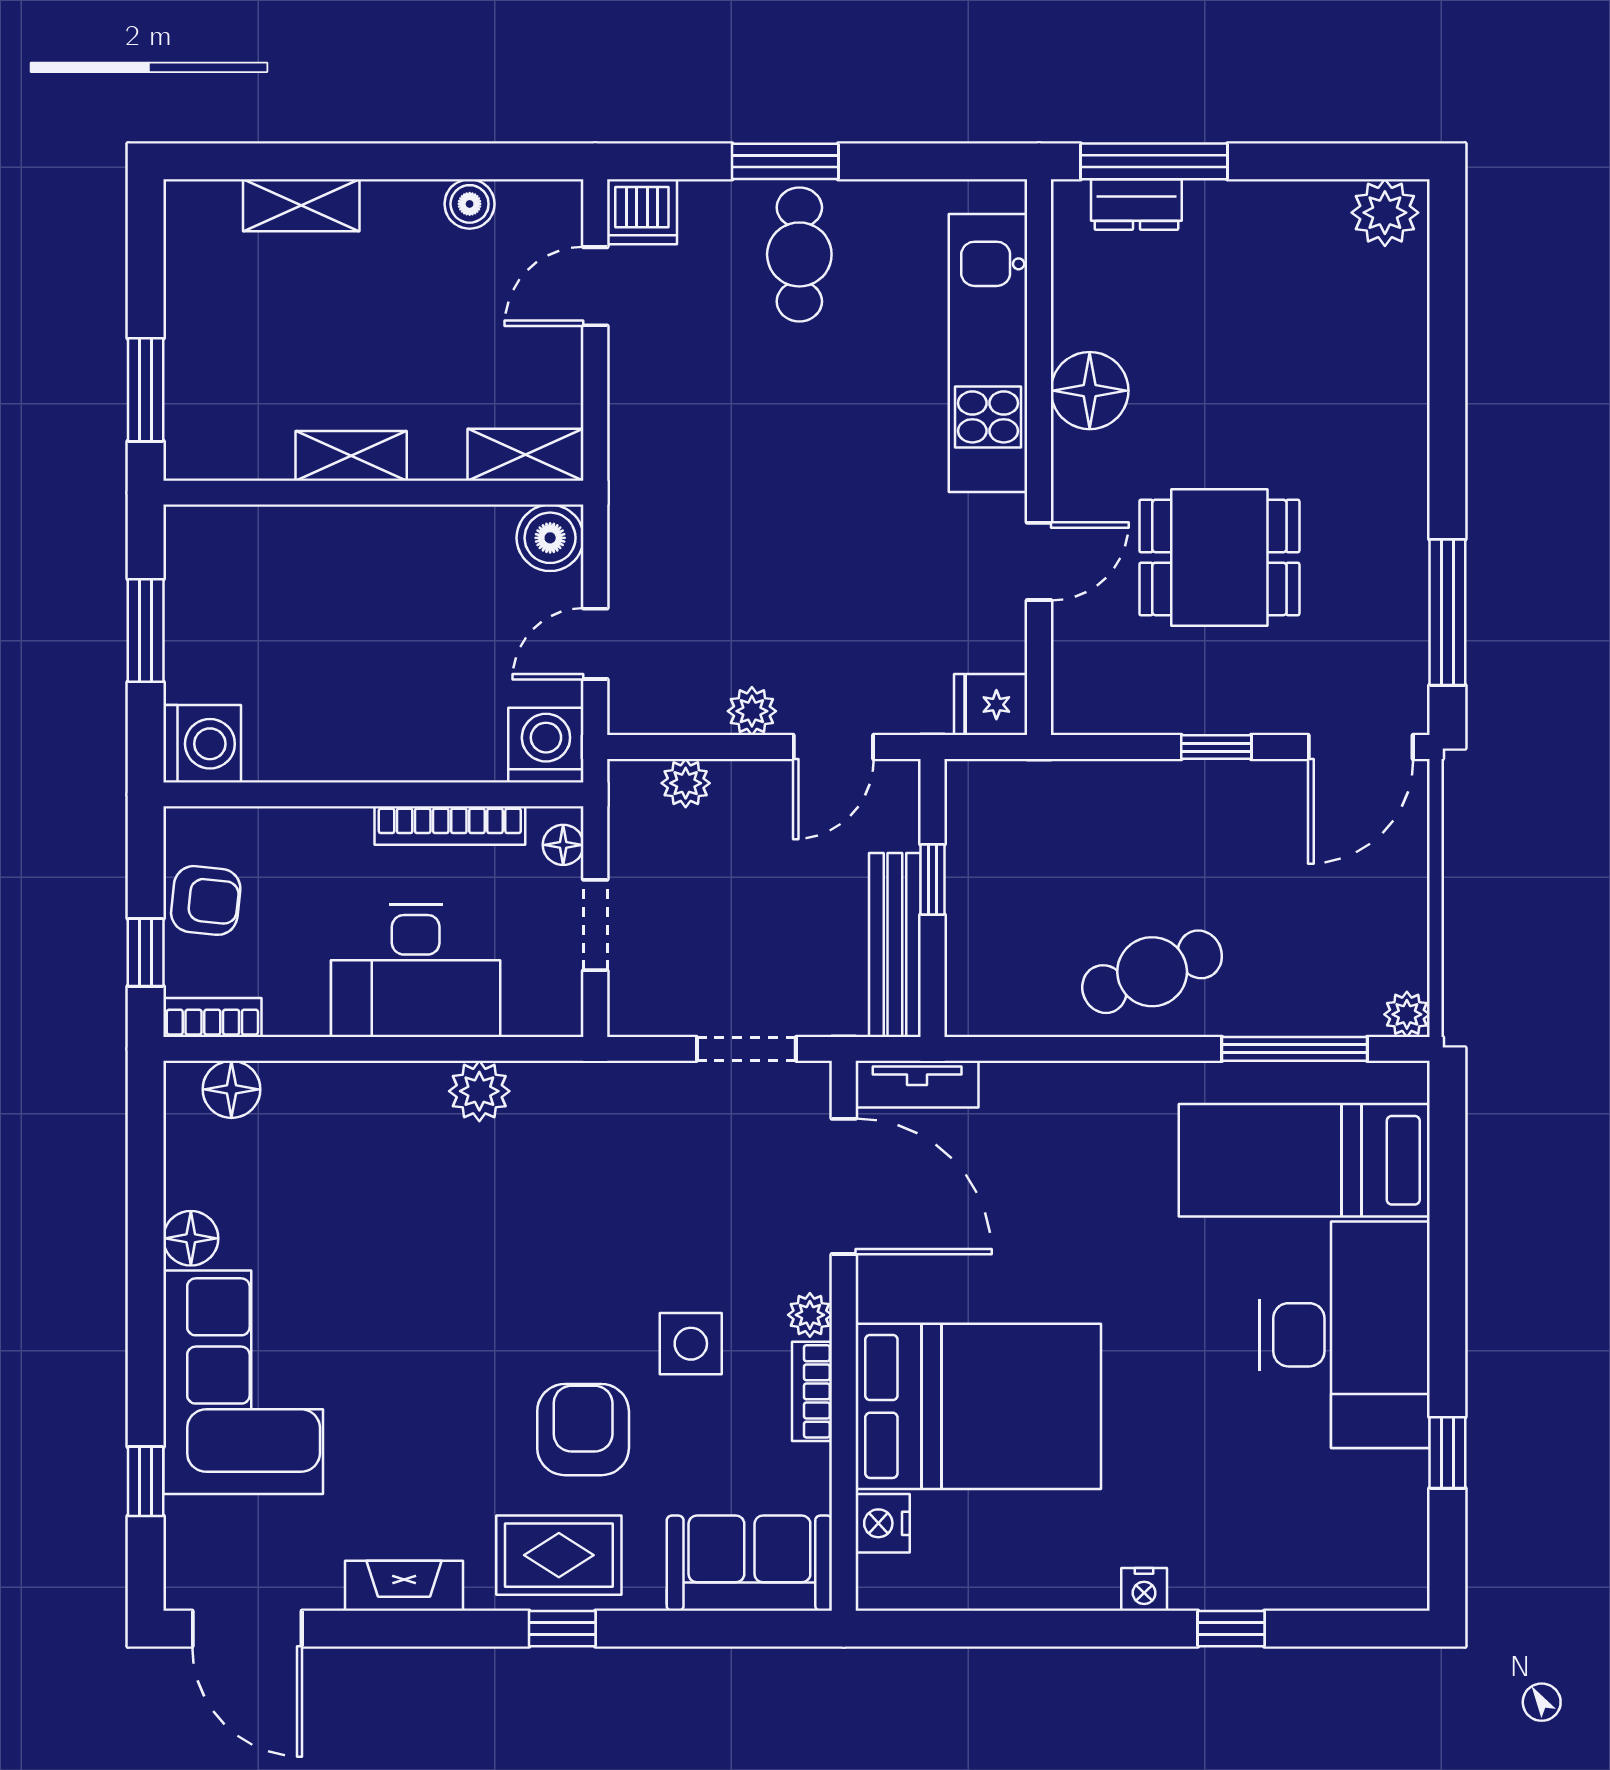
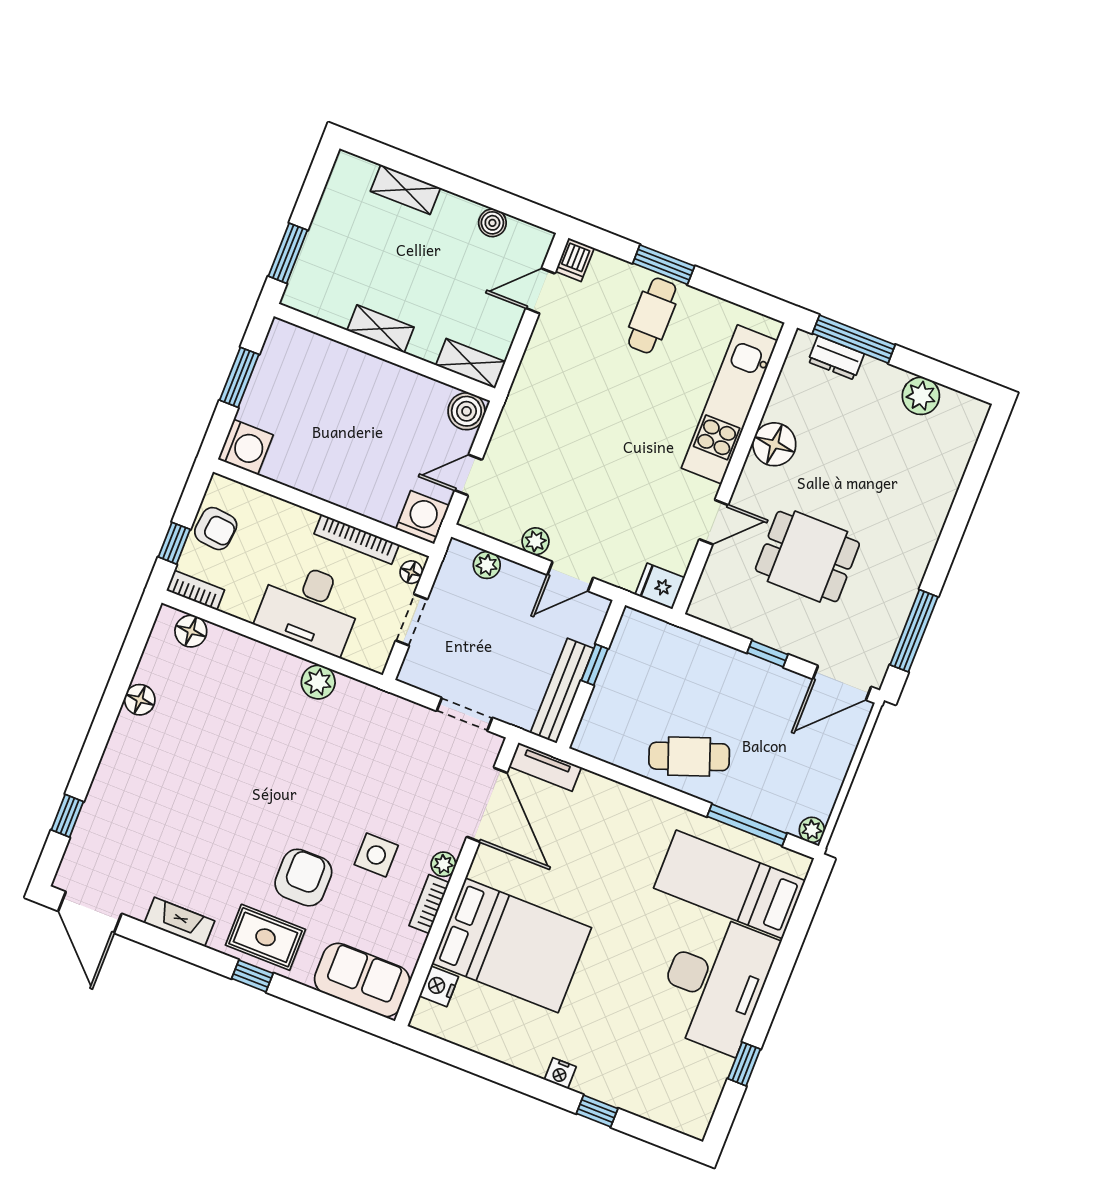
dishwasher: (642, 212) -> (575, 260), width x0.73
plant: (1385, 213) -> (921, 396), moved
corner sofa: (243, 1382) -> (138, 785), removed

